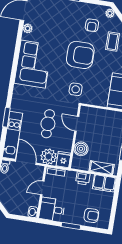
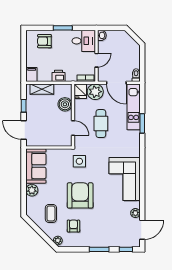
armchair: (80, 55) -> (80, 195), turned 90
filing cabinet: (104, 183) -> (32, 74), width x0.50

